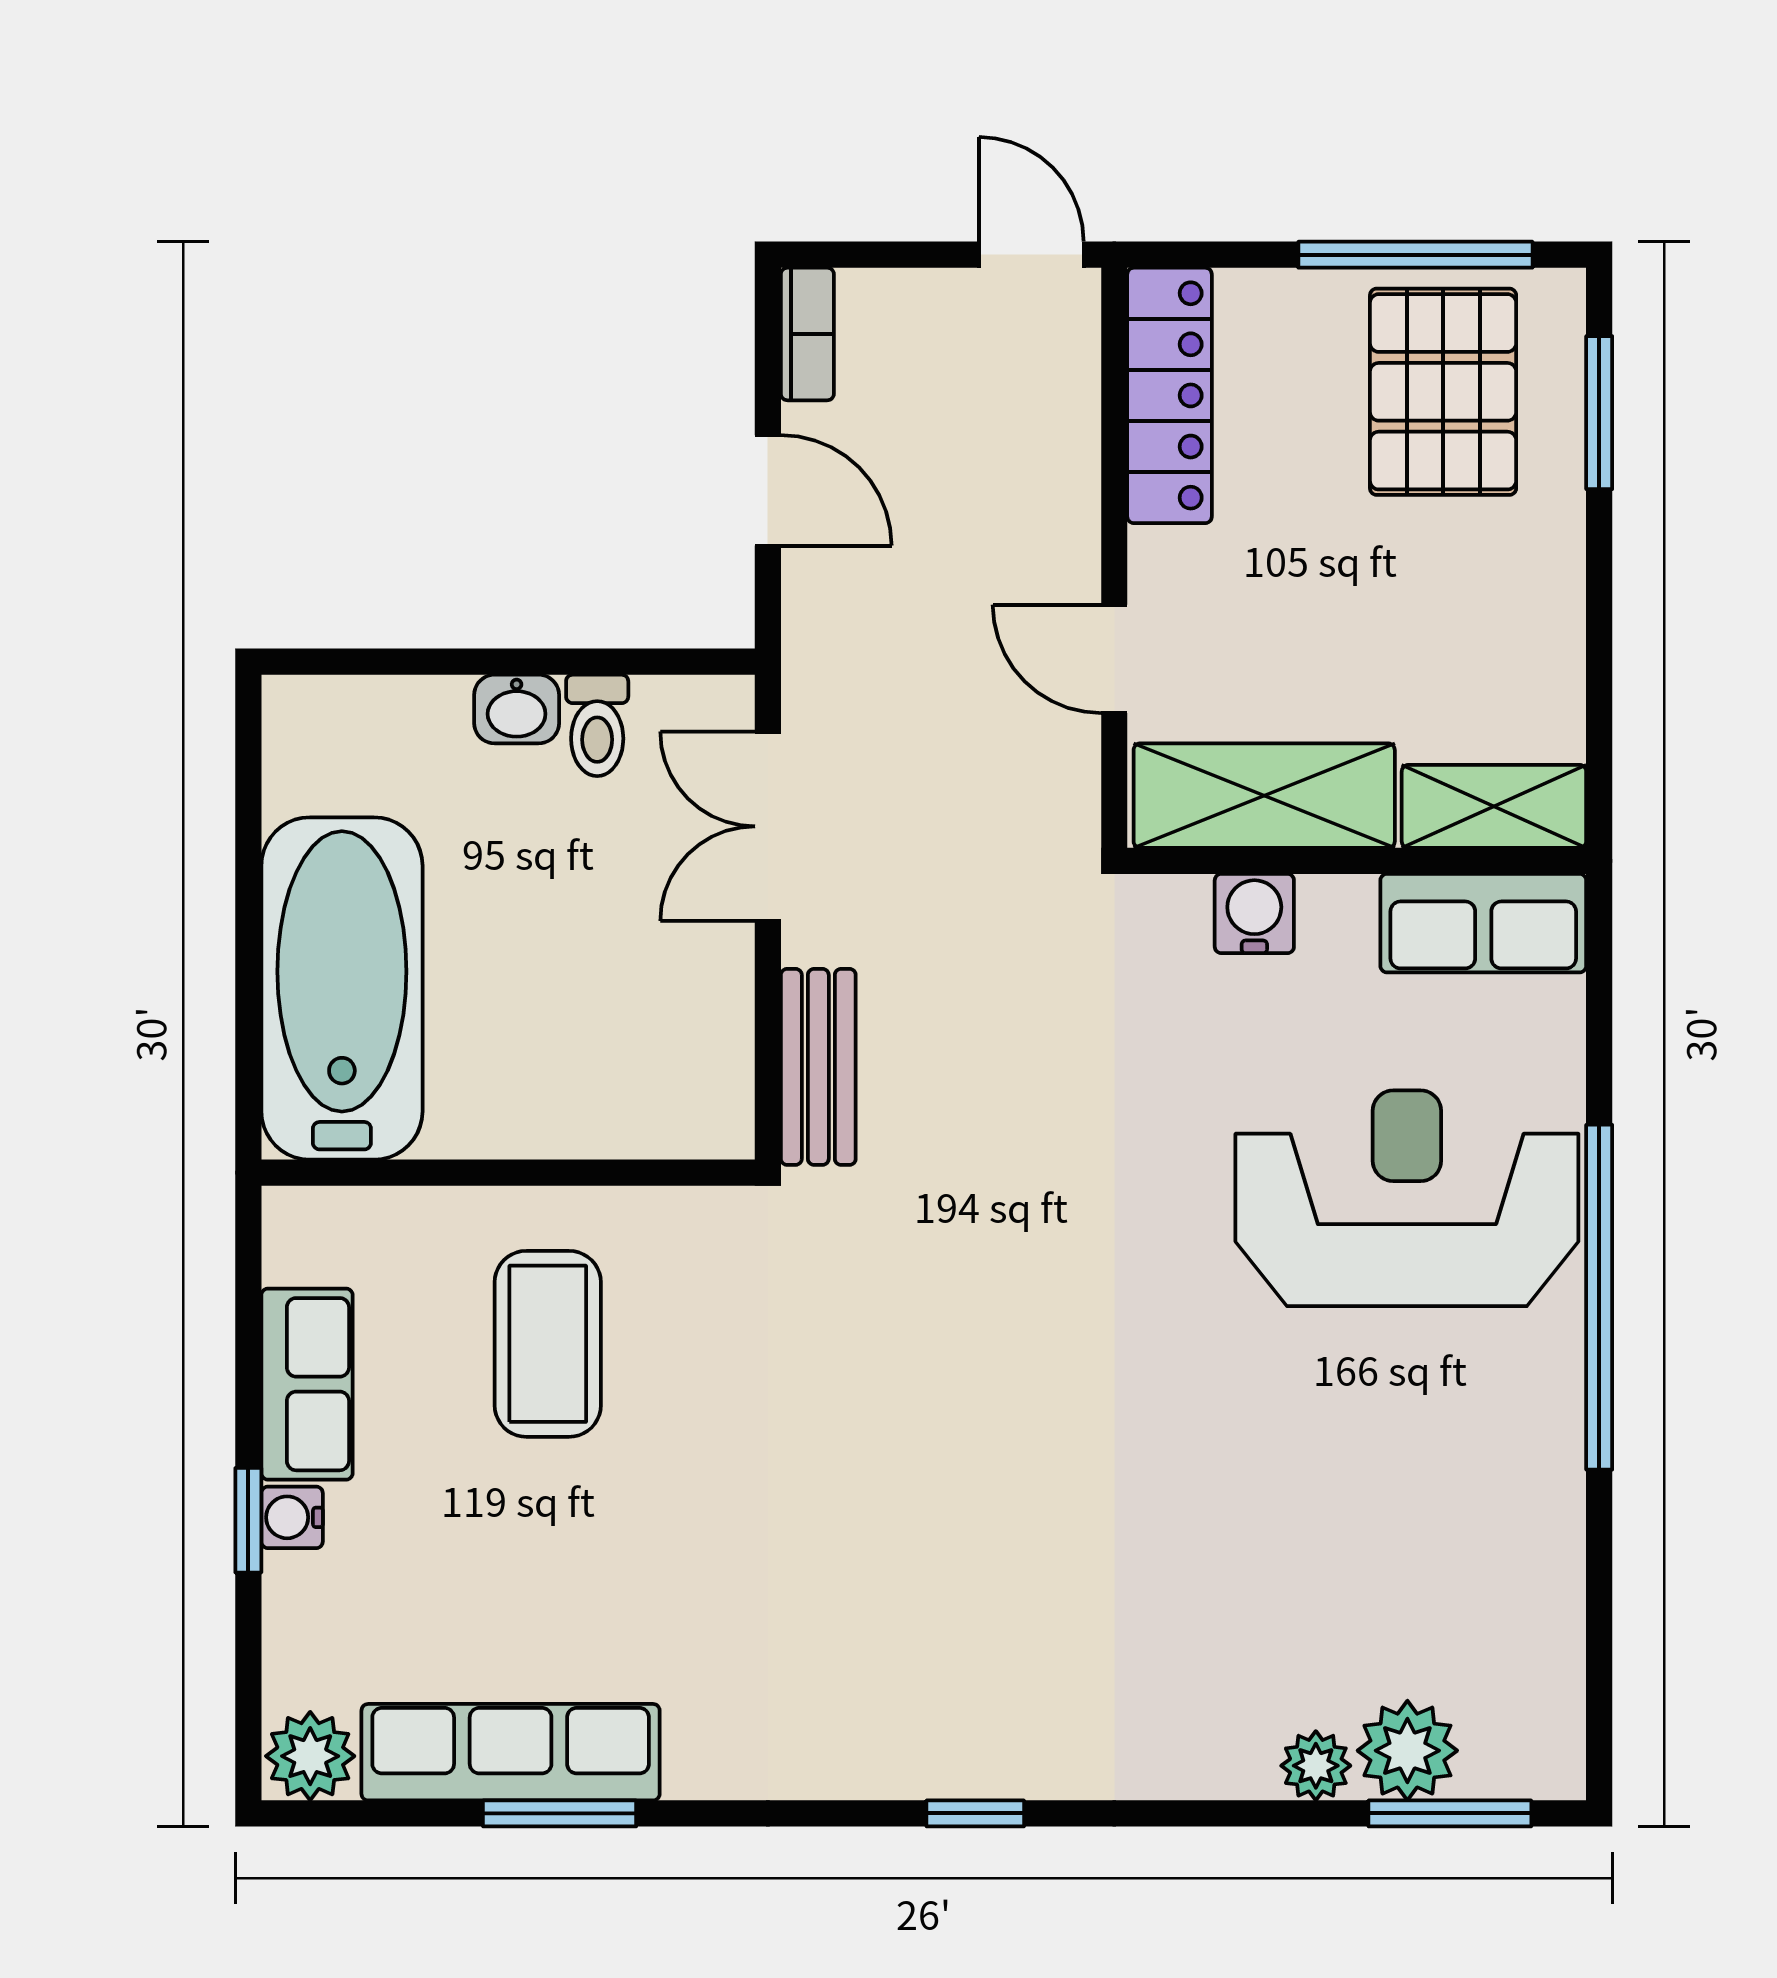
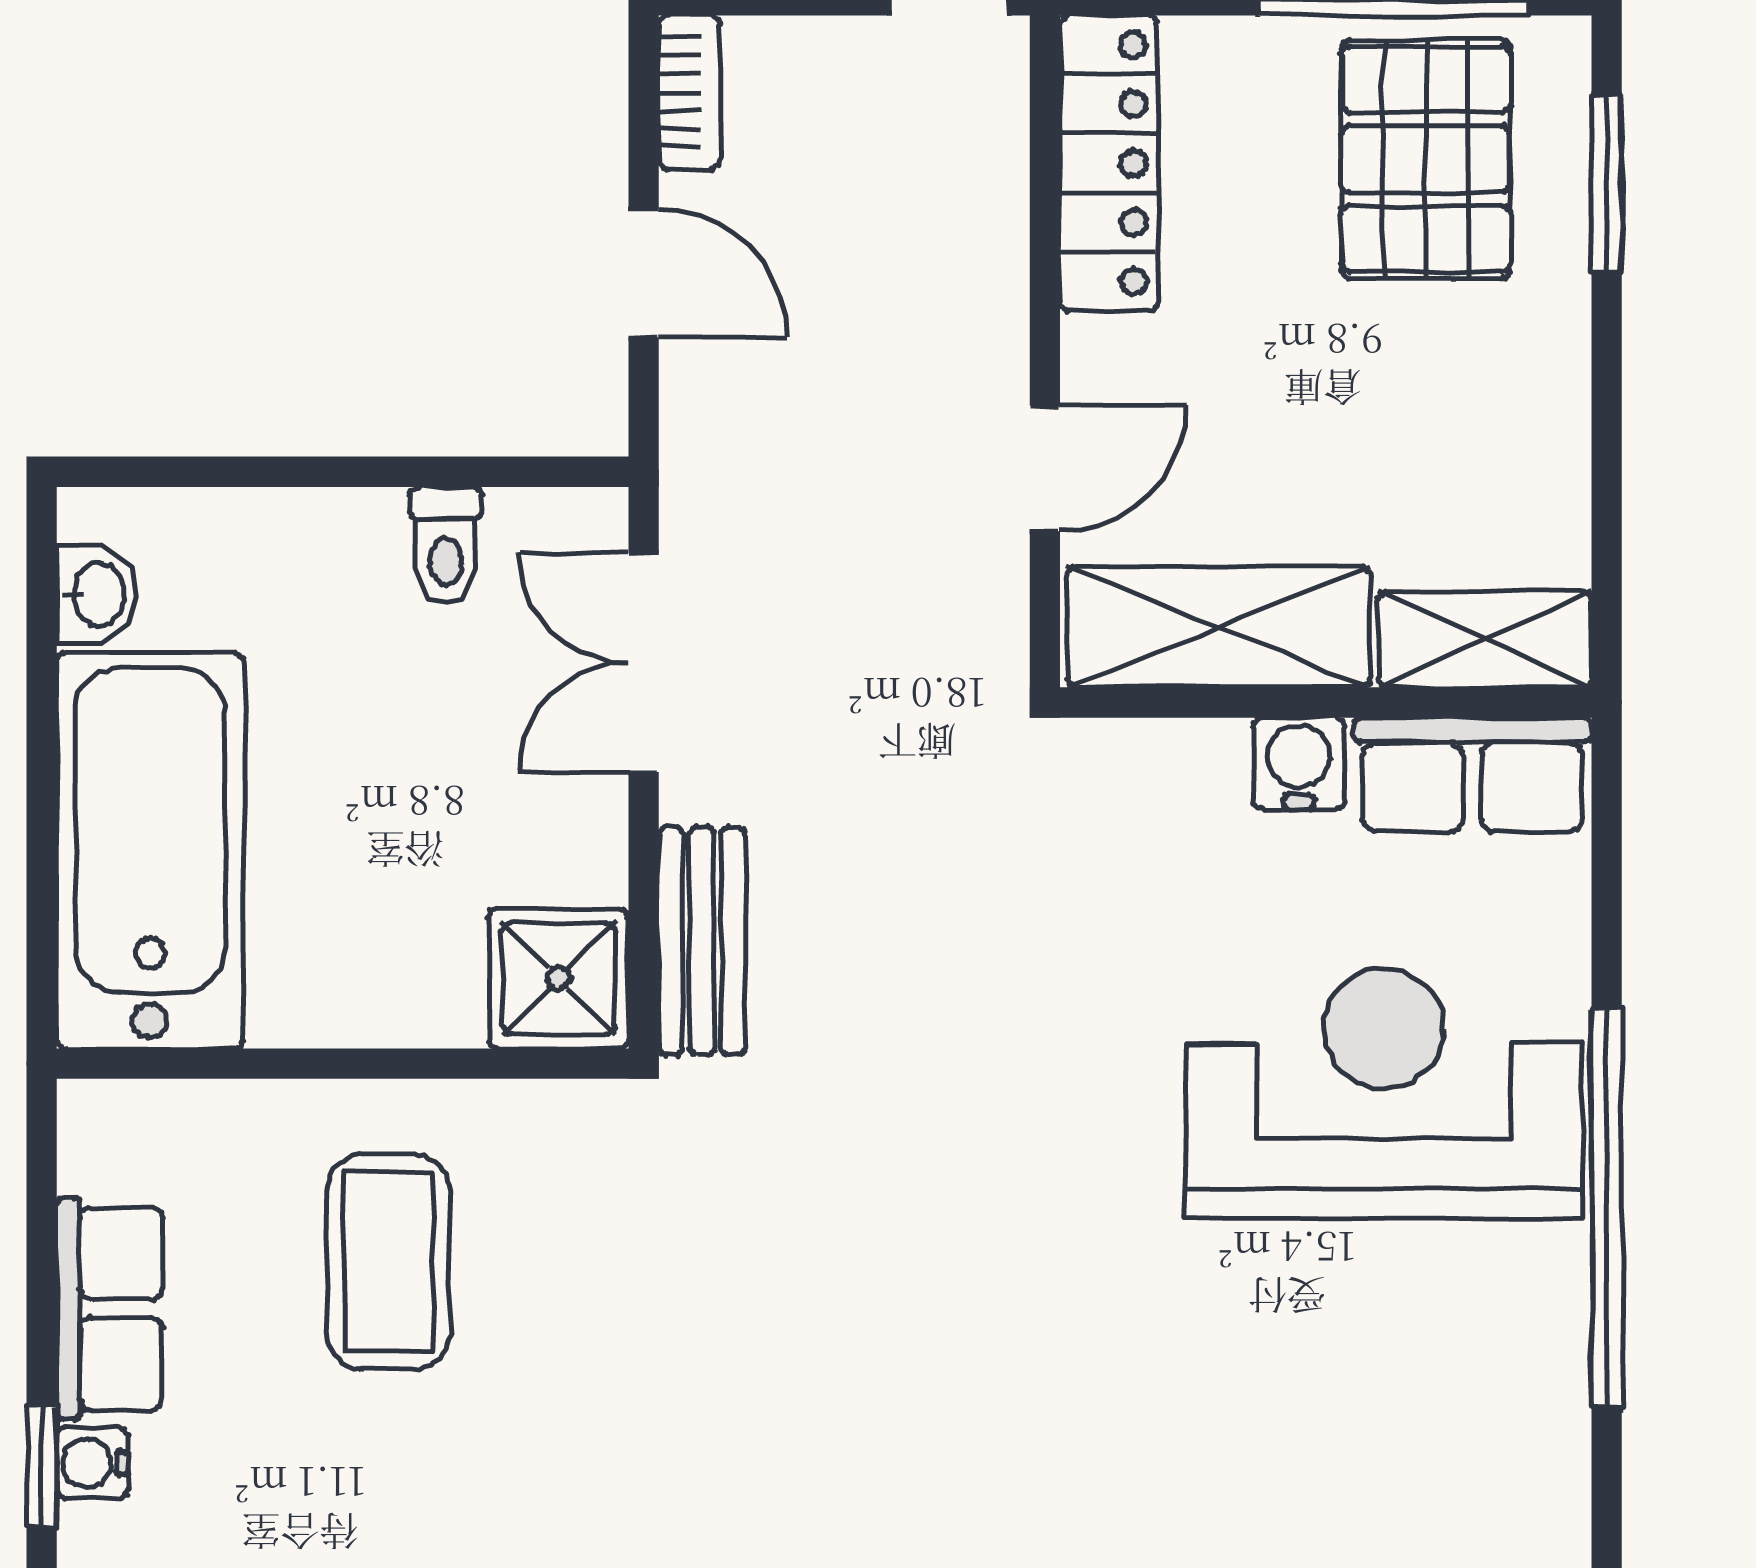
door: (1114, 659) -> (1045, 468), swing flipped
washbasin: (517, 709) -> (97, 595), moved, turned -90
water cooler: (1254, 914) -> (1299, 763), moved
shower: (694, 1099) -> (559, 979), added

